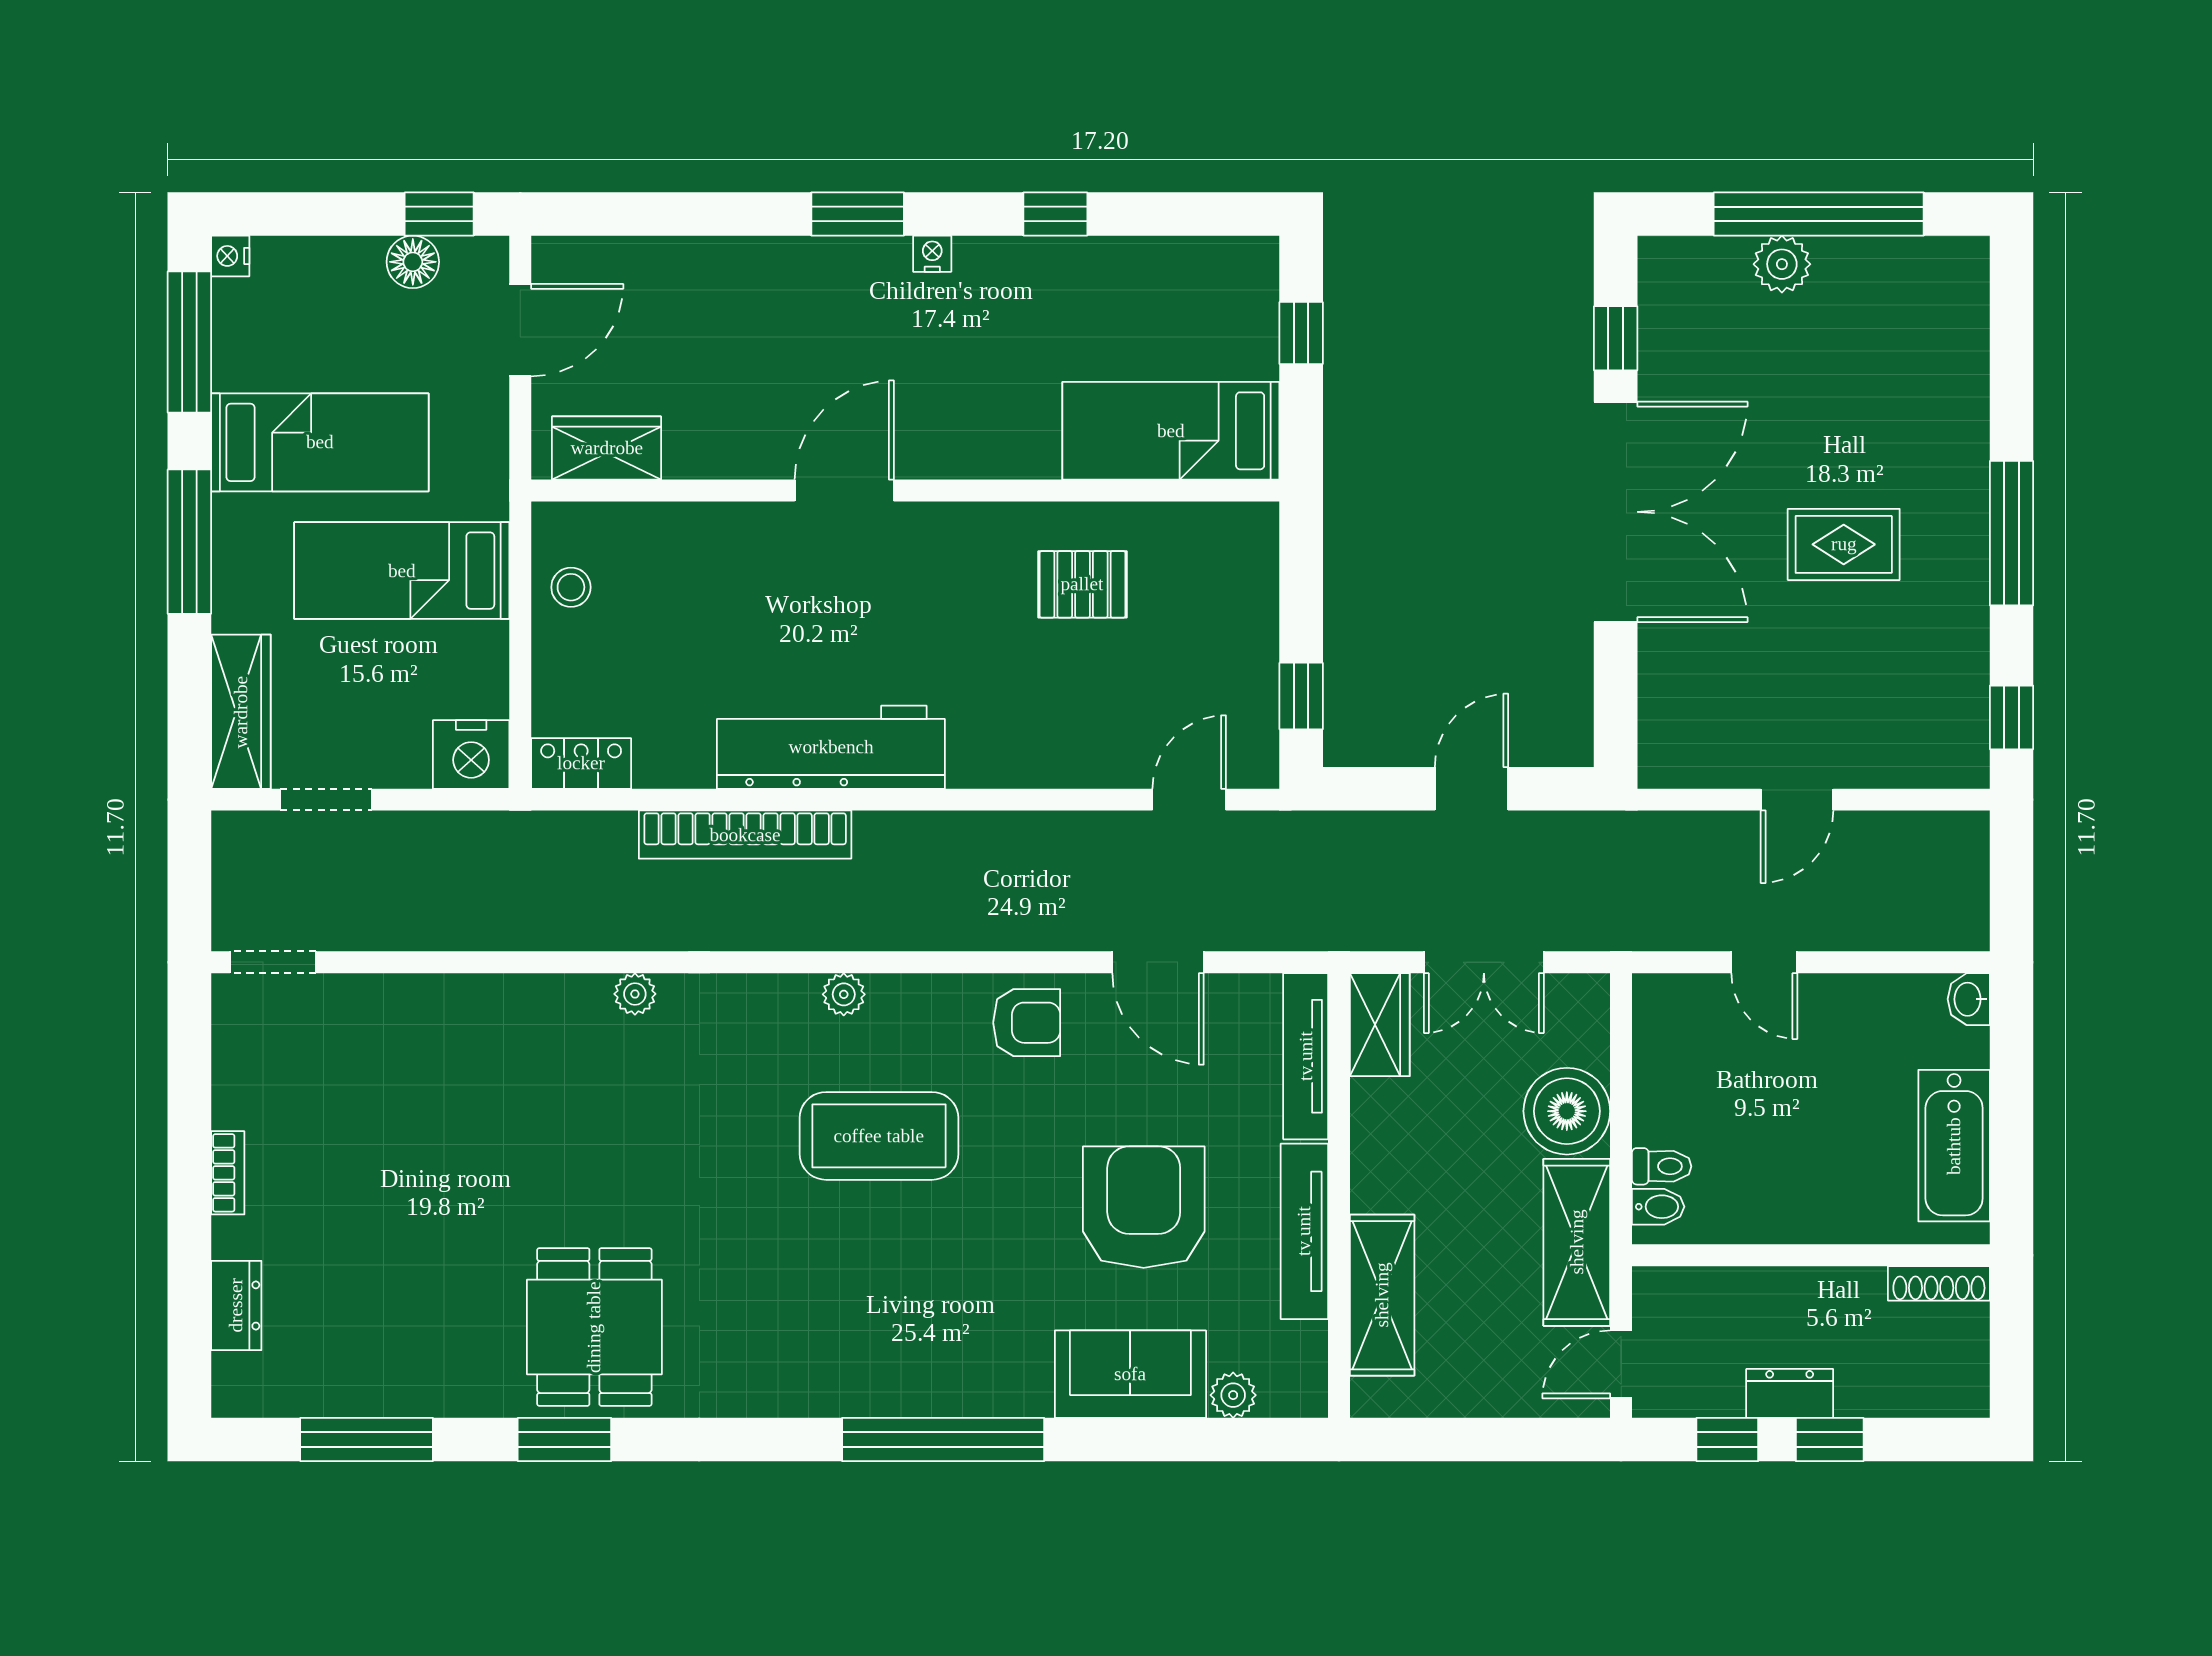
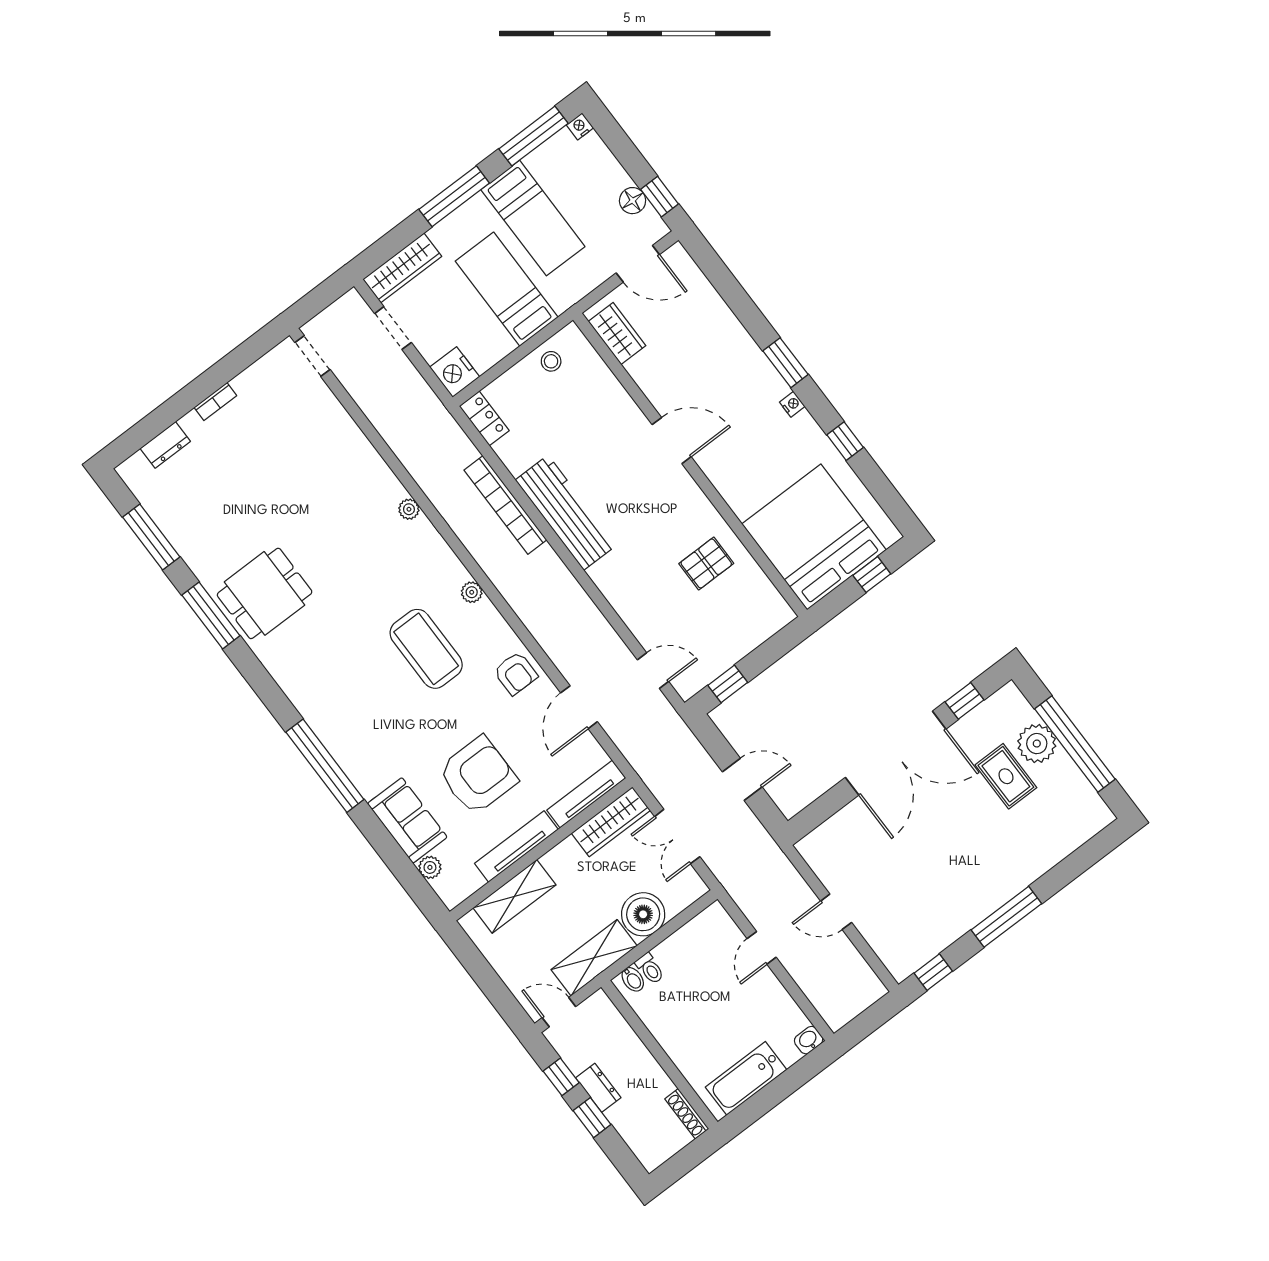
plant: (1782, 264) -> (1037, 744), width x1.36, depth x1.36
bed: (1171, 431) -> (814, 537), width x2.04
rug: (1844, 544) -> (1006, 776), moved
pallet: (1082, 584) -> (706, 563), turned 90
wardrobe: (1380, 1025) -> (611, 822), width x1.50
window: (564, 1440) -> (211, 615), width x1.44

